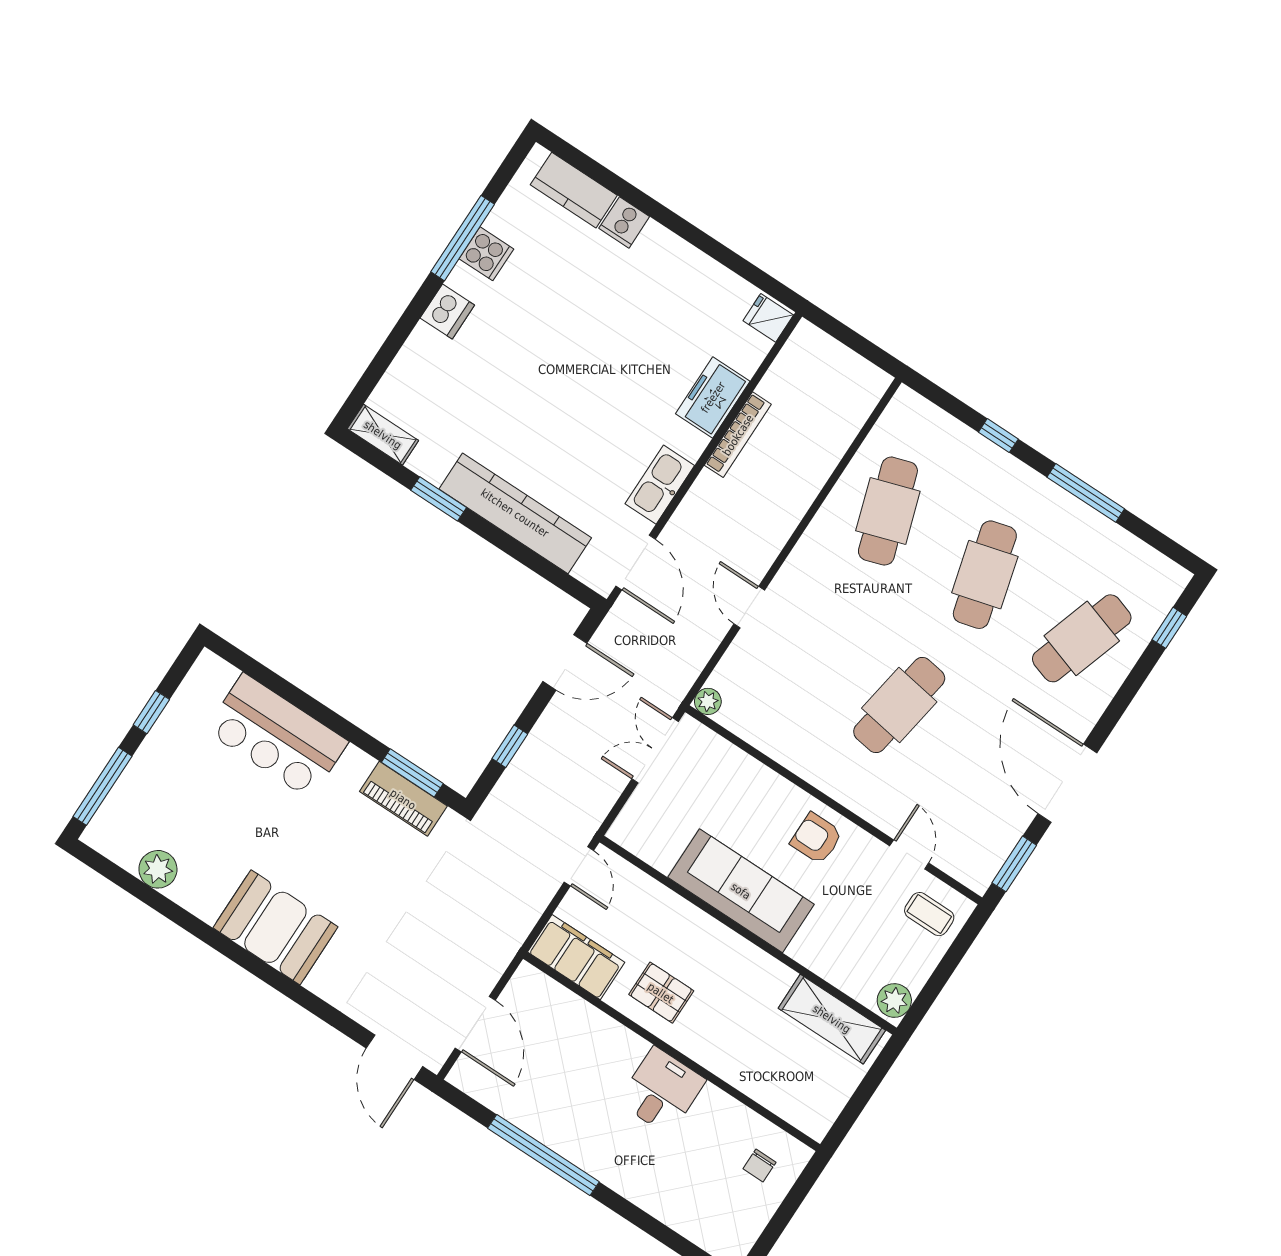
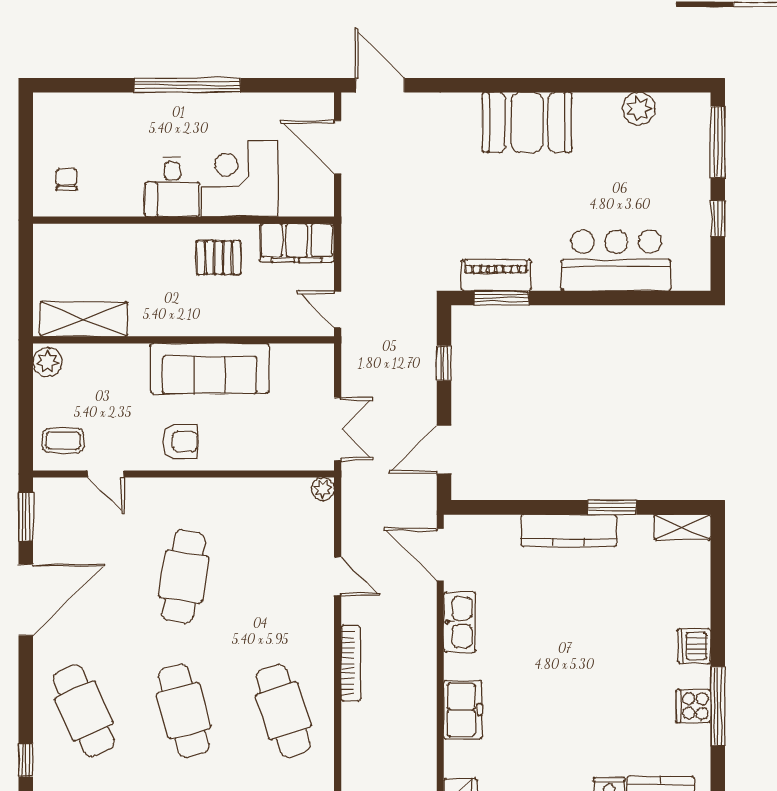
bookcase: (738, 435) -> (351, 663), moved, turned 180
kitchen counter: (515, 513) -> (569, 530), width x0.72, depth x0.86
cafe table: (1082, 638) -> (84, 711), turned -42
door: (1067, 783) -> (26, 600), hinge flipped
corner desk: (590, 1056) -> (240, 179), added
window: (543, 1155) -> (187, 85), moved

